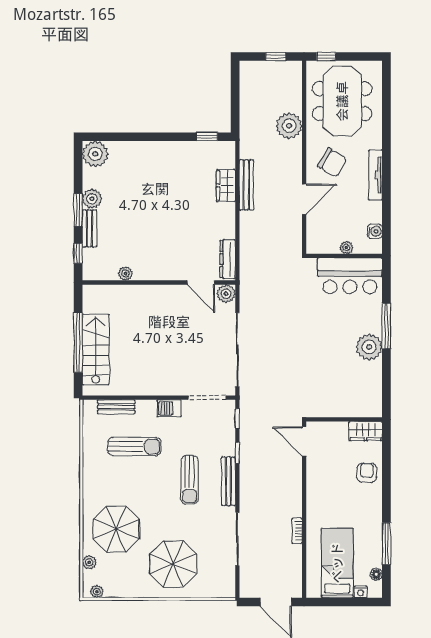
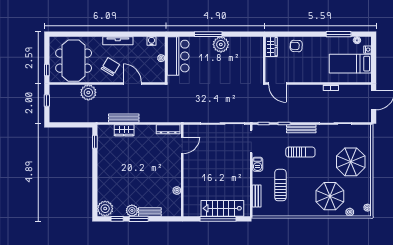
meeting table: (342, 101) -> (74, 61), turned 90
window: (78, 253) -> (117, 219), moved
plant: (226, 294) -> (189, 130), removed
door: (304, 441) -> (277, 83), hinge flipped

